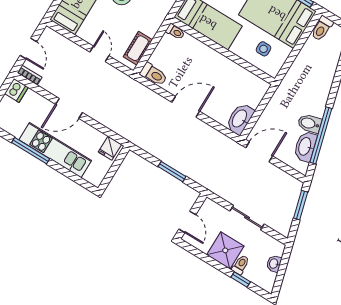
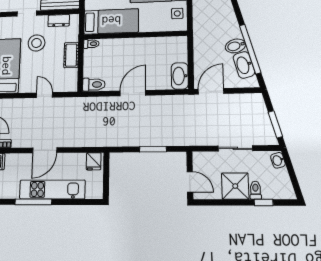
cot: (138, 48) -> (71, 55), moved
side table: (264, 49) -> (177, 13), moved
window: (301, 205) -> (275, 124), moved
washbasin: (274, 264) -> (278, 160), moved

